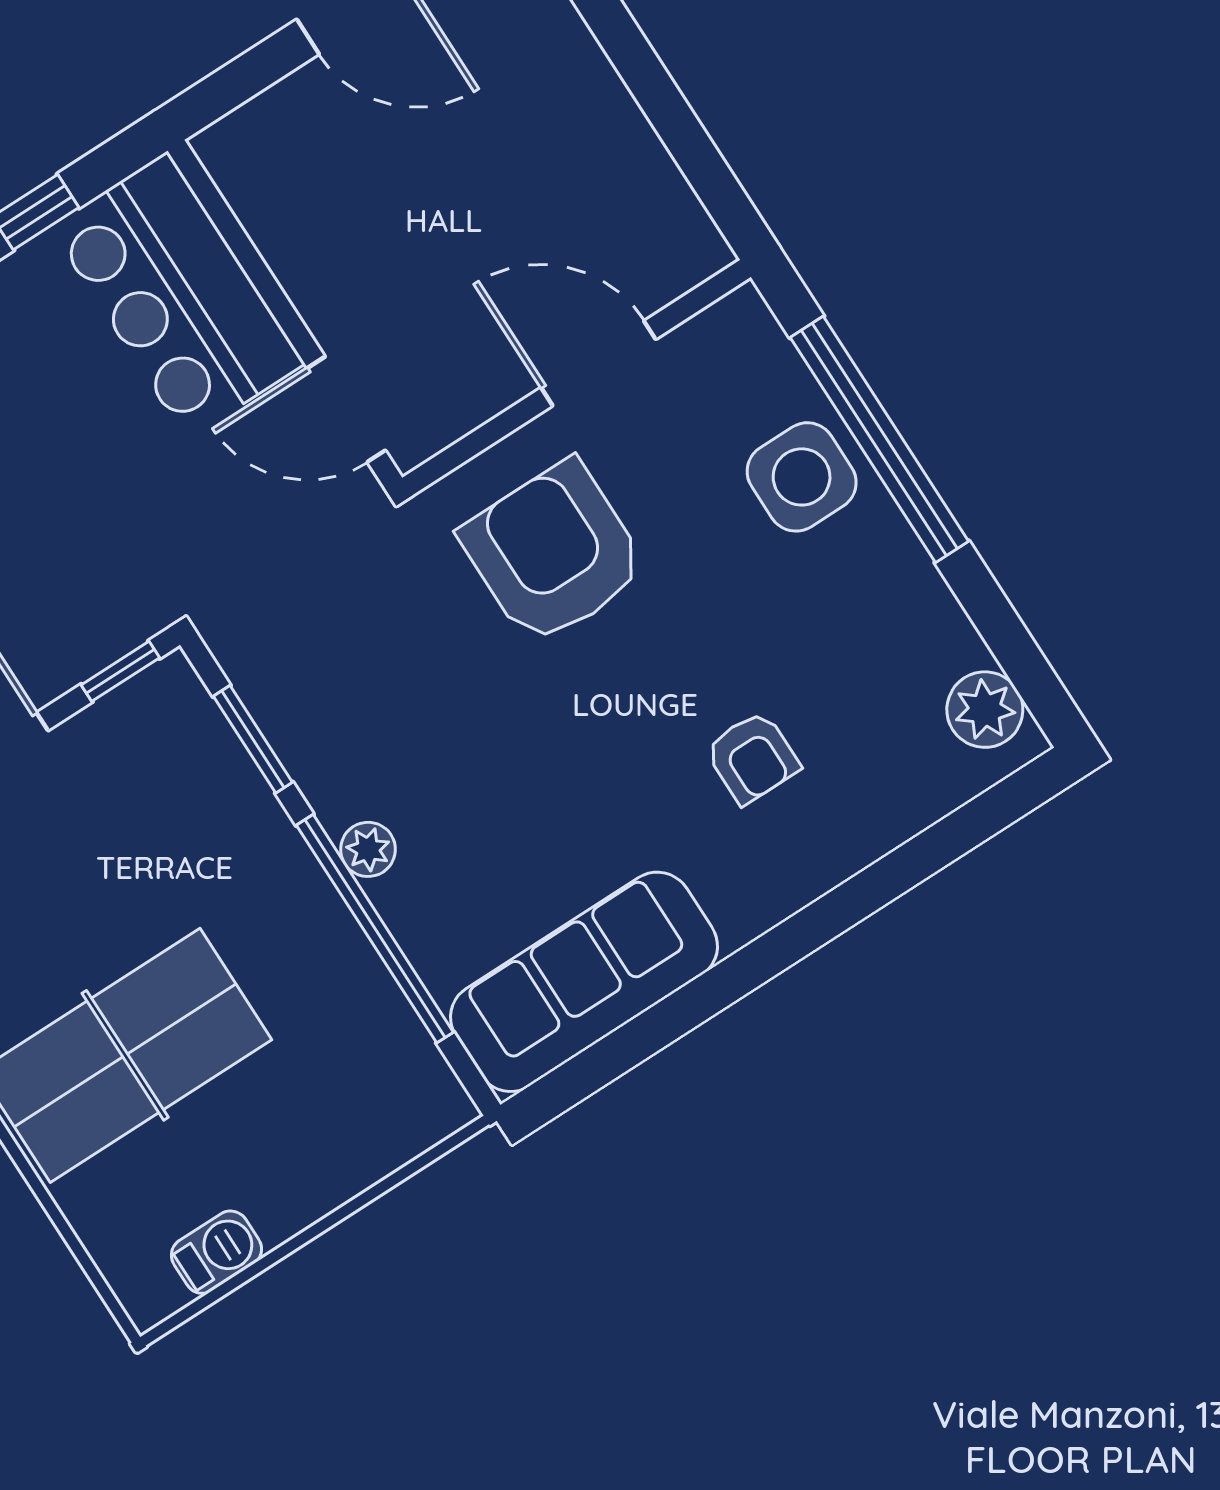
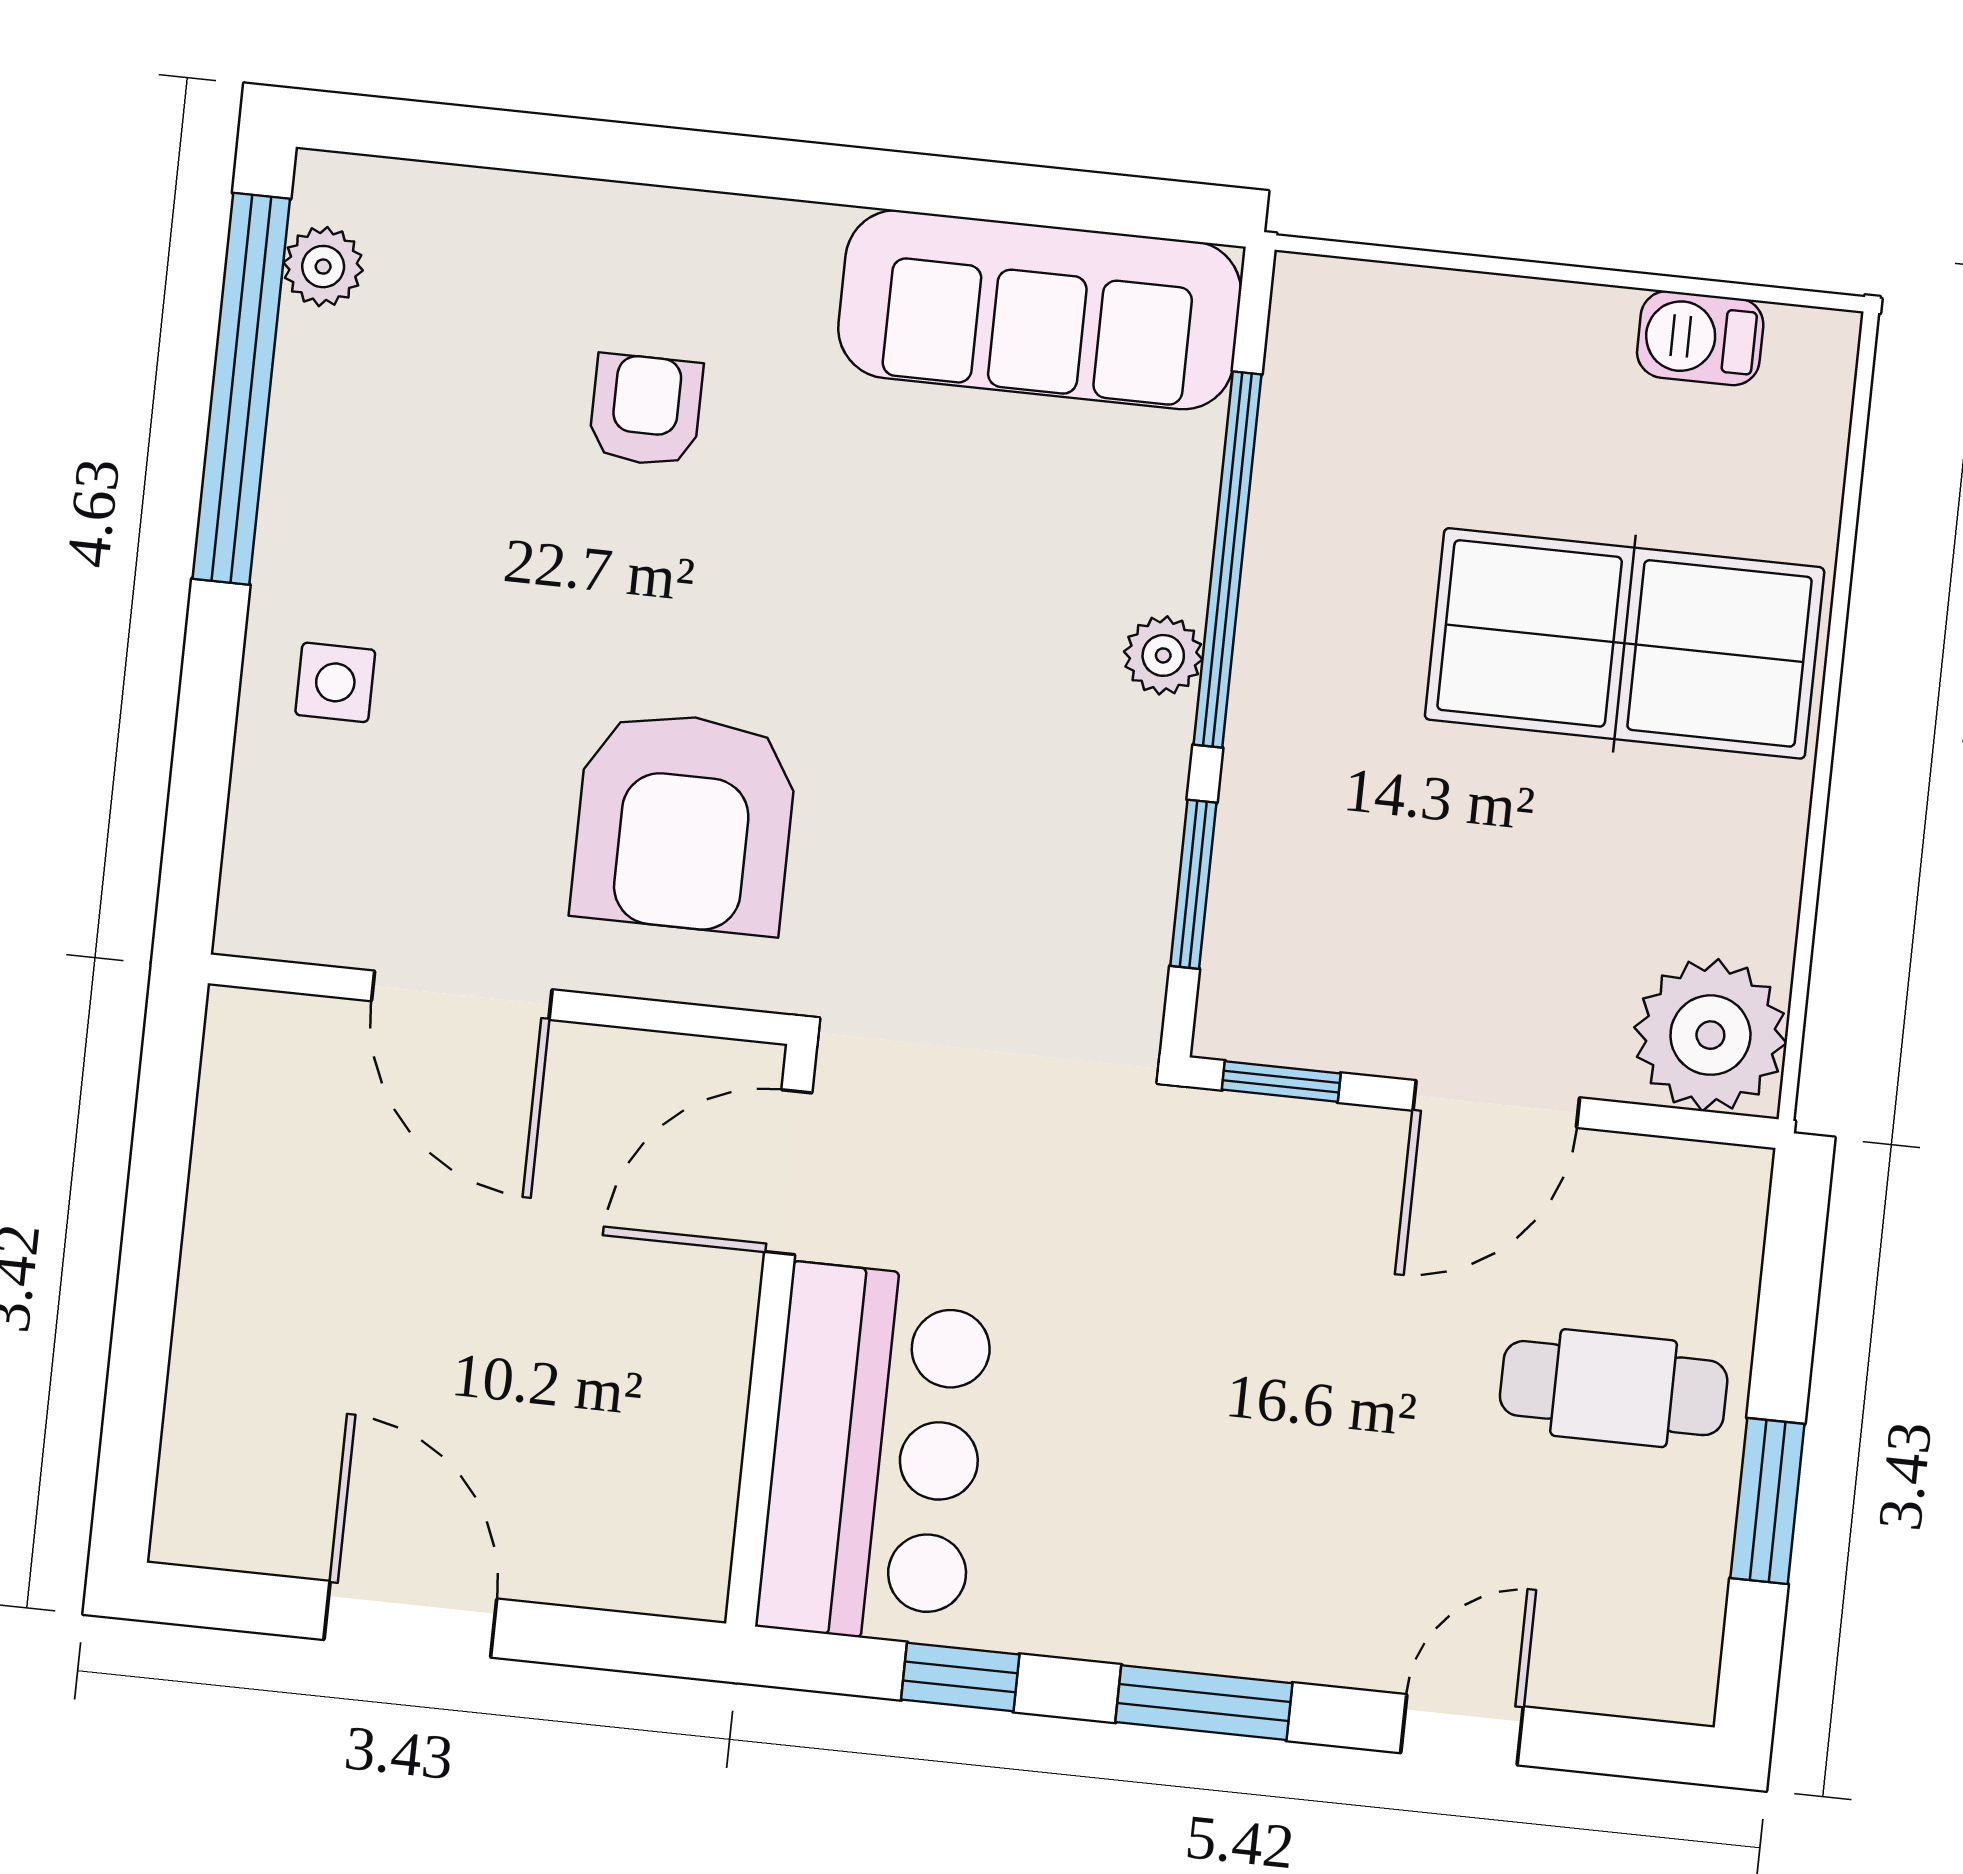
door: (346, 409) -> (788, 1172), swing flipped
window: (879, 439) -> (241, 389), moved
side table: (802, 477) -> (335, 682), width x0.54, depth x0.54
plant: (985, 710) -> (323, 267), width x0.73, depth x0.73

